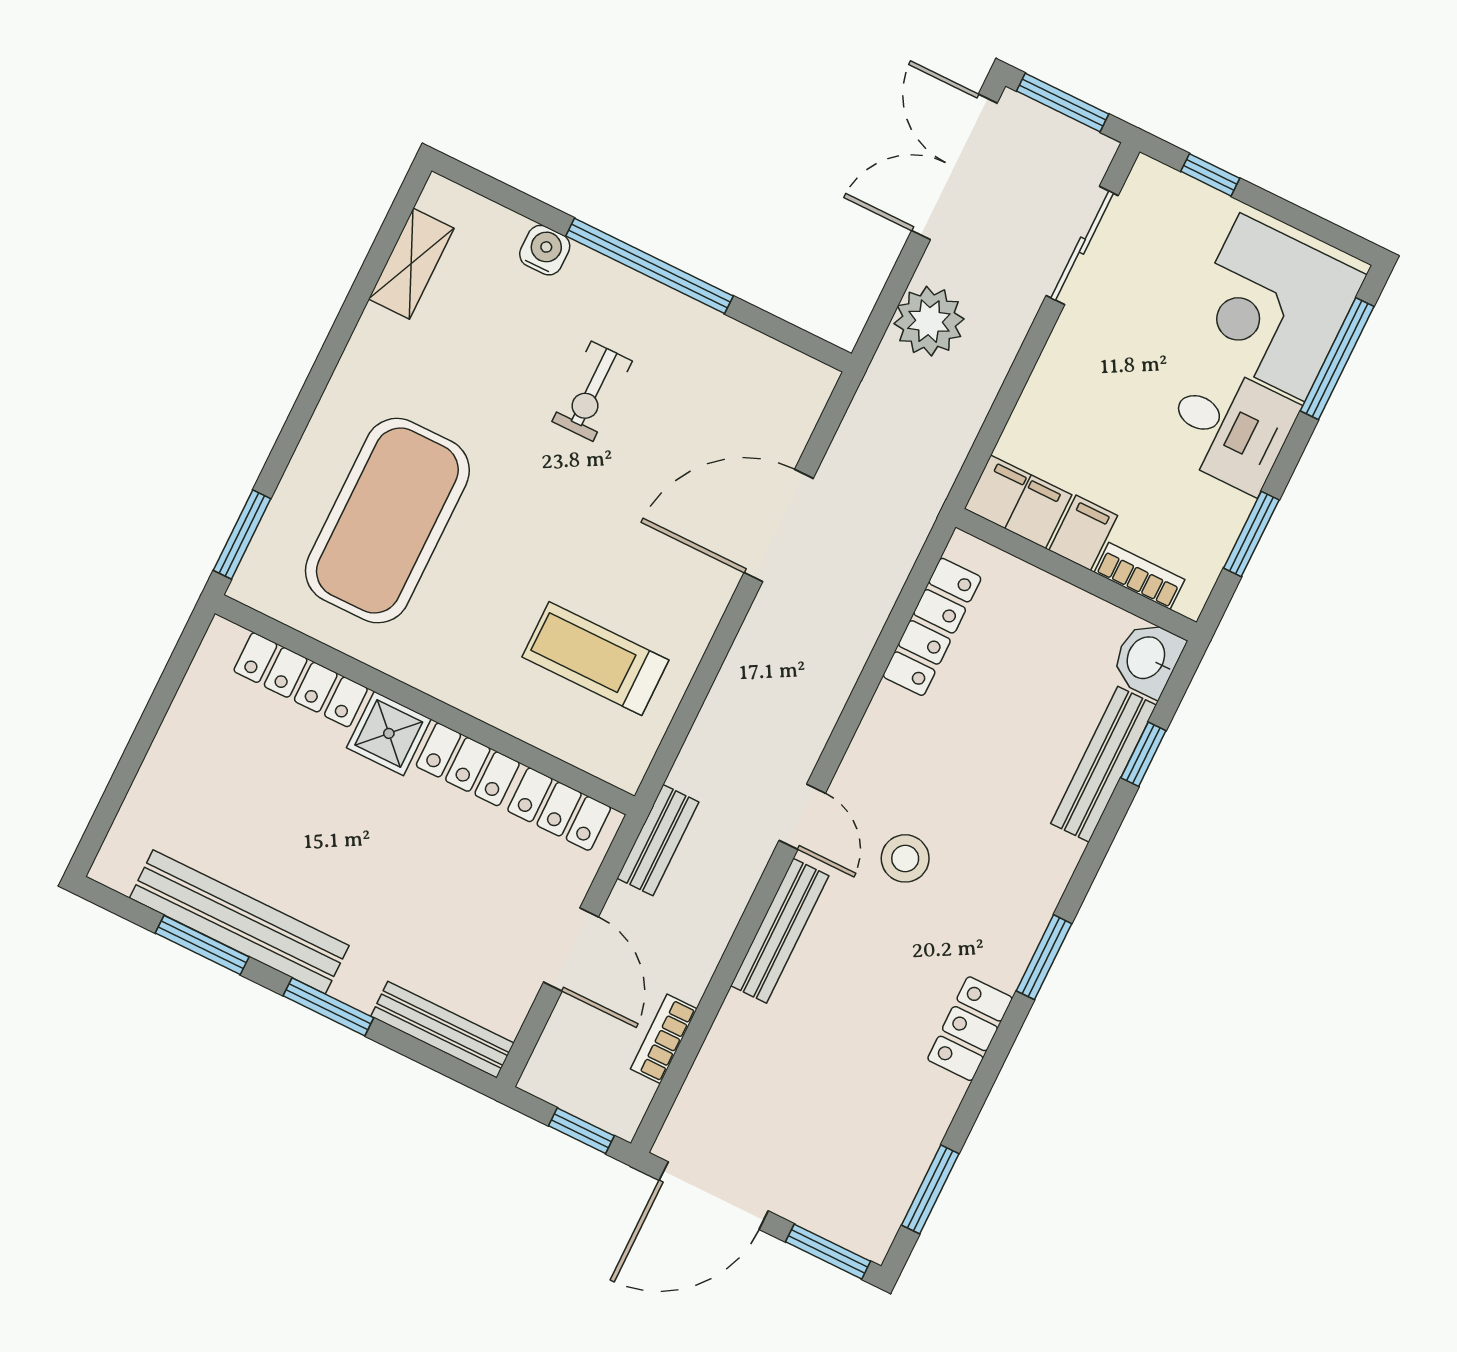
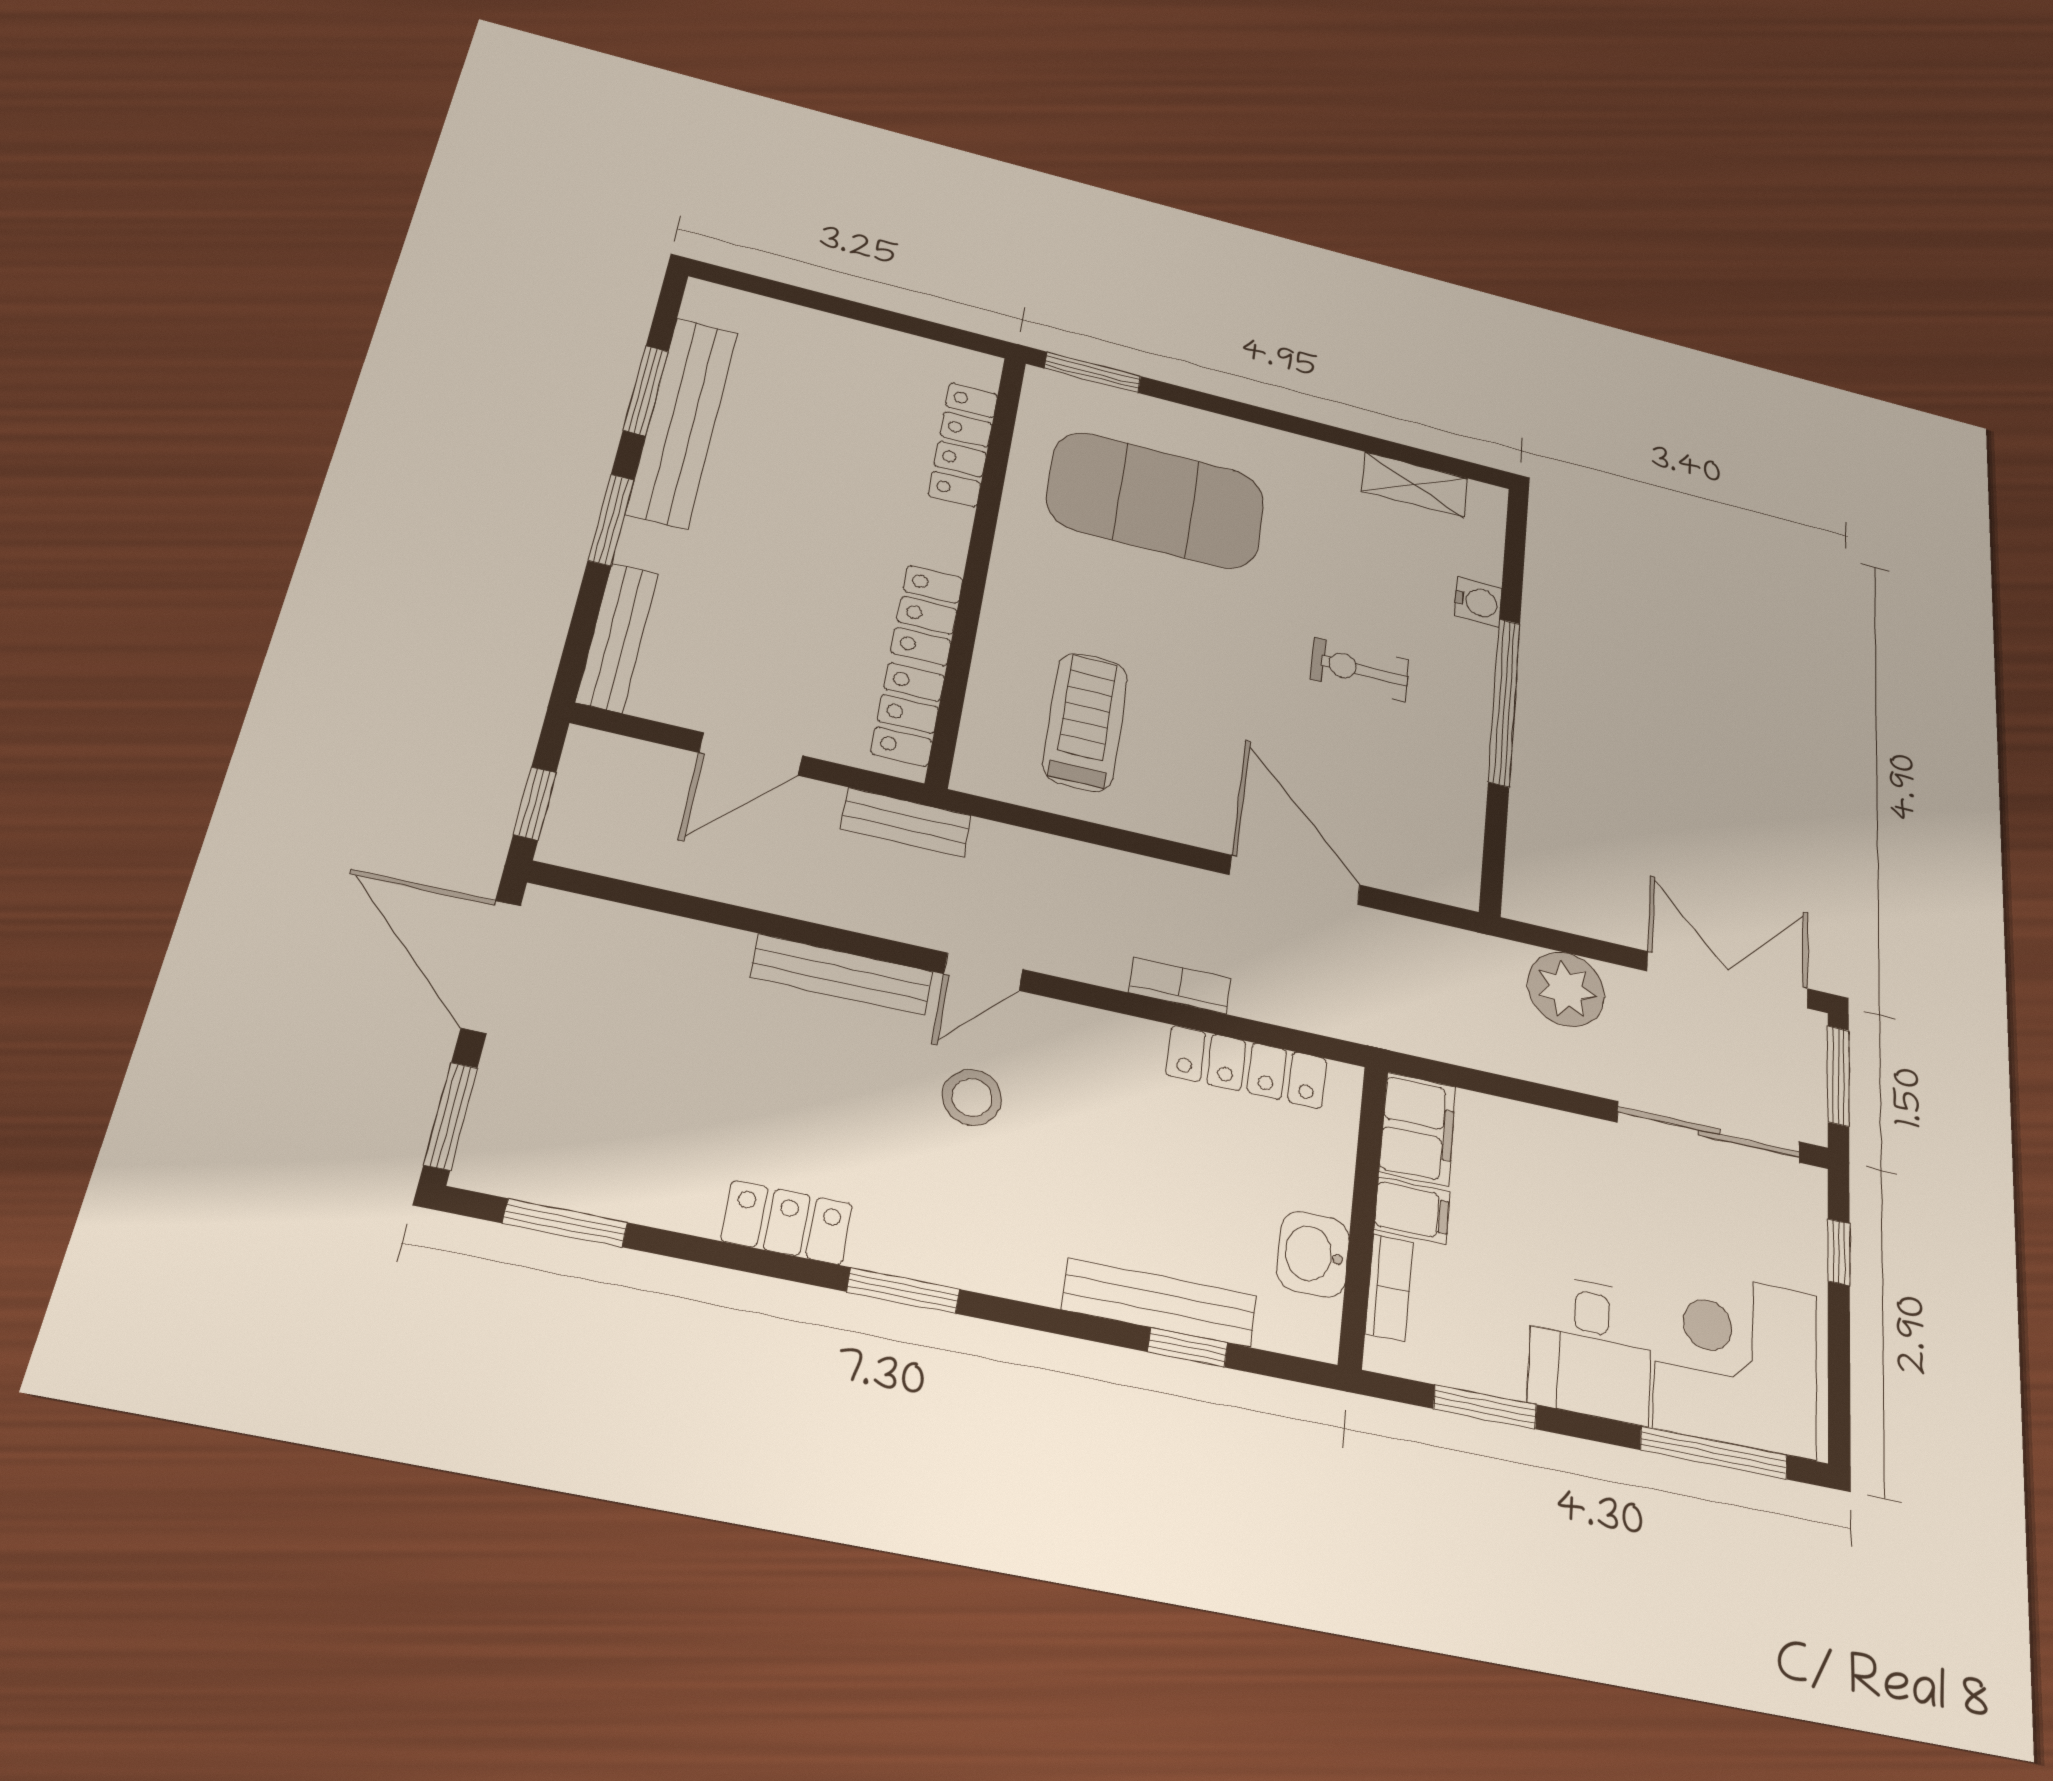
sliding door: (1082, 246) -> (1709, 1132), width x1.37
washbasin: (1147, 658) -> (1313, 1254), moved, turned -90
shower: (389, 733) -> (935, 534), removed
bookcase: (664, 1039) -> (1180, 986), moved

